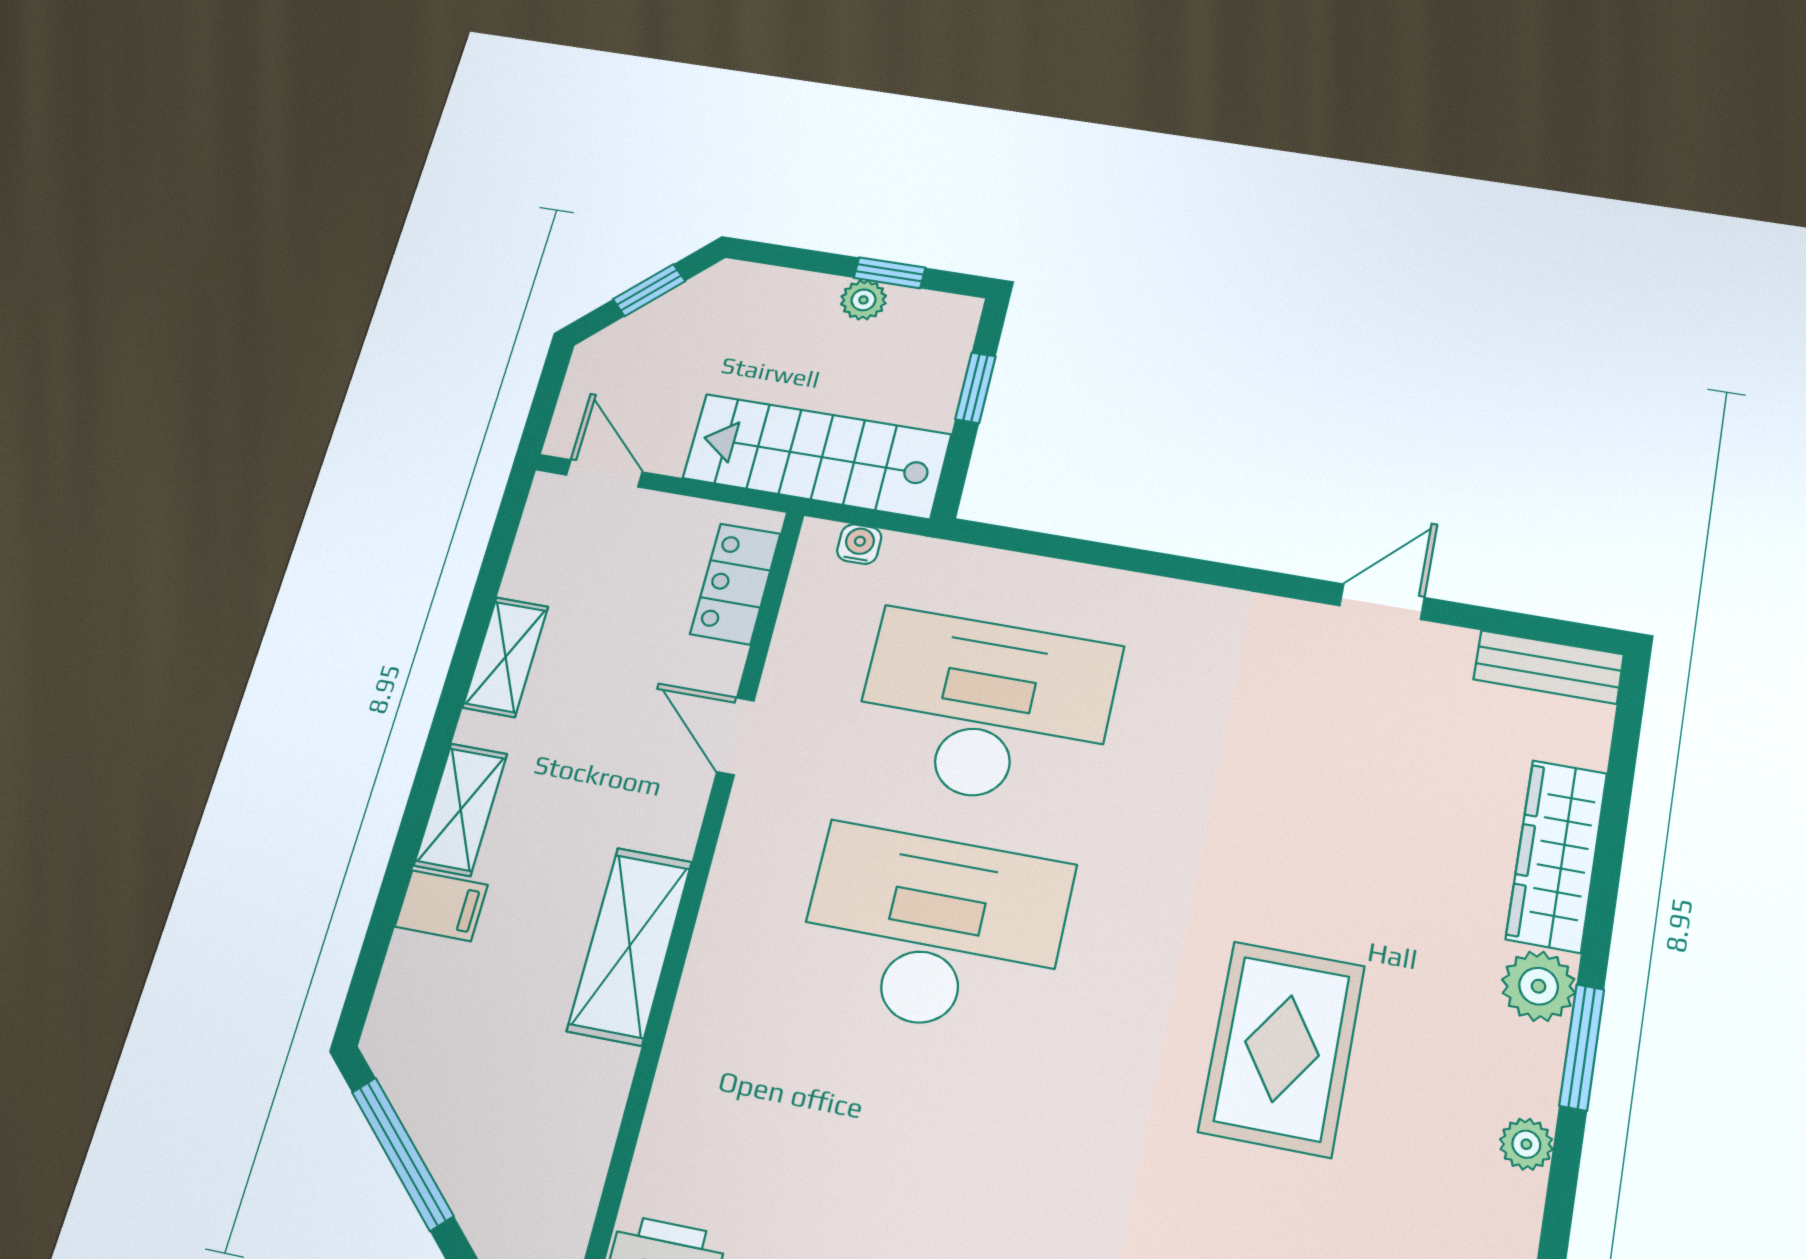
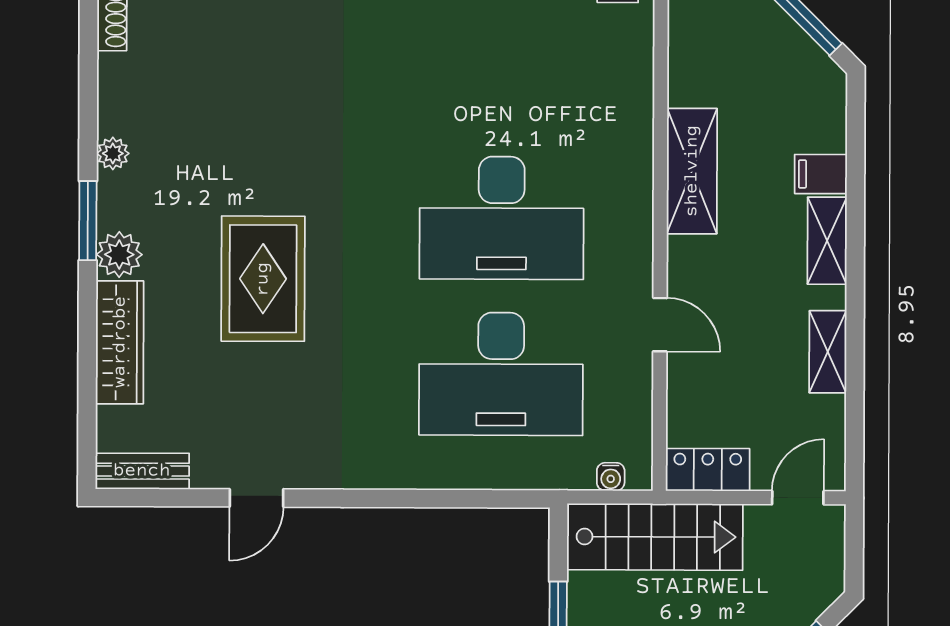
door: (604, 473) -> (798, 498), swing flipped
locker: (735, 584) -> (708, 470), moved, turned -90
rug: (1282, 1048) -> (263, 279), moved

